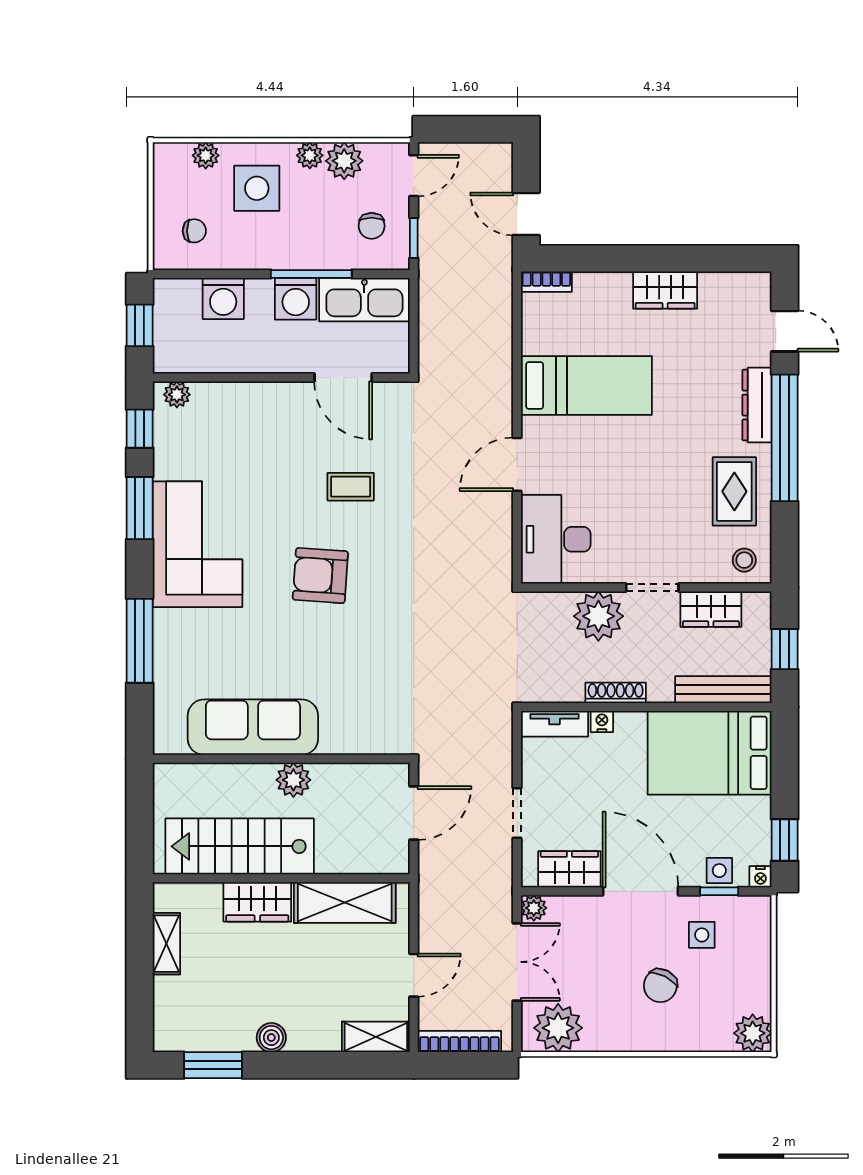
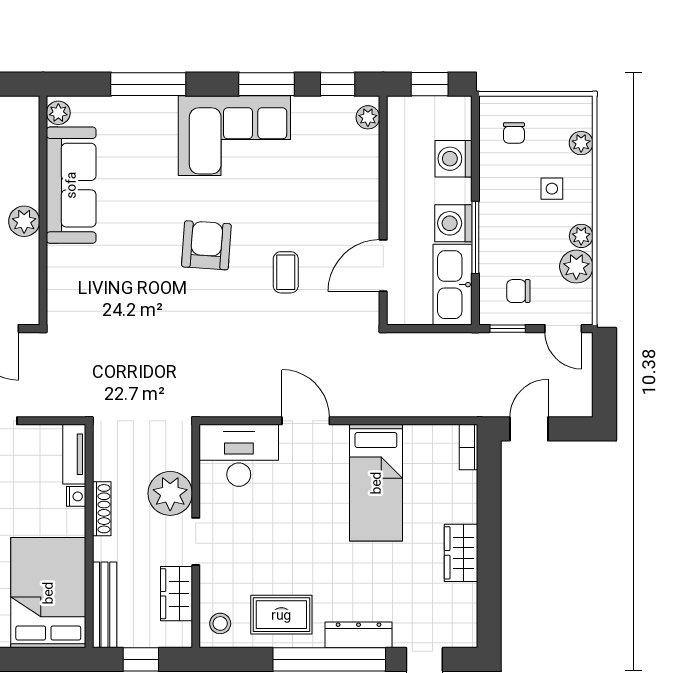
side table: (257, 188) -> (552, 189), width x0.54, depth x0.54
plant: (172, 742) -> (58, 113), added

